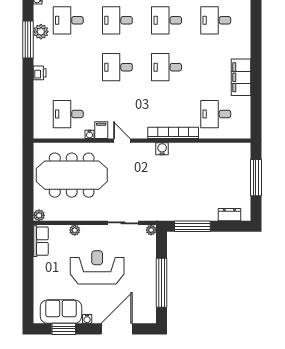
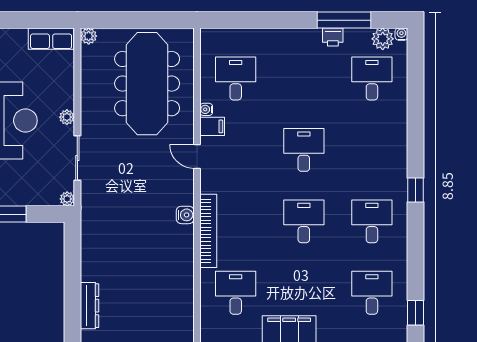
desk: (117, 20) -> (372, 150), removed
plant: (41, 32) -> (383, 39), moved
printer: (40, 73) -> (333, 37), moved
door: (122, 141) -> (197, 156), swing flipped
dresser: (229, 215) -> (89, 306), width x1.44
window: (192, 226) -> (73, 259), removed
plant: (75, 230) -> (67, 117), moved

